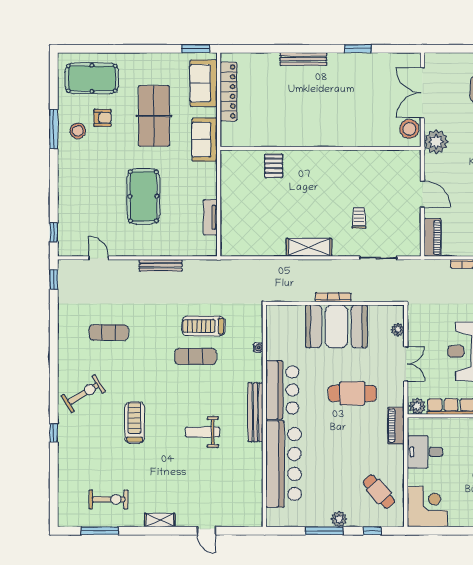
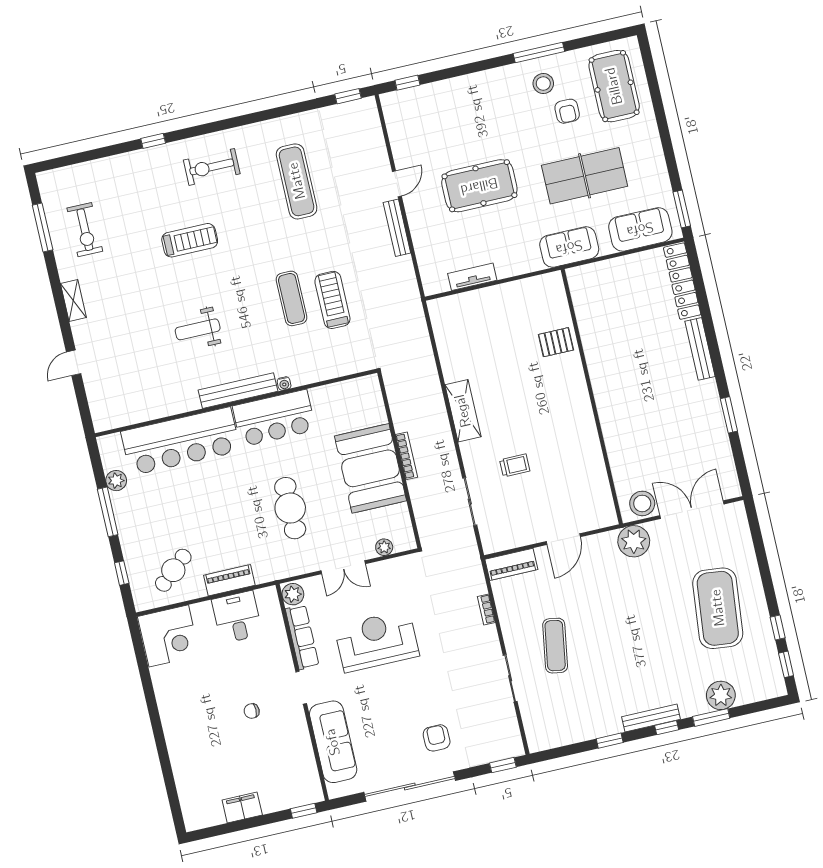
locker: (229, 91) -> (682, 281), moved, turned 90
door: (99, 258) -> (397, 184), moved
exercise mat: (109, 333) -> (297, 181), width x1.36, depth x1.45
water cooler: (258, 348) -> (284, 384), moved
exercise bike: (83, 394) -> (212, 167), turned 122
piano: (396, 426) -> (229, 580), moved
weight bench: (203, 432) -> (198, 329), turned -90
plant: (339, 519) -> (116, 481), moved

